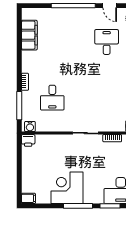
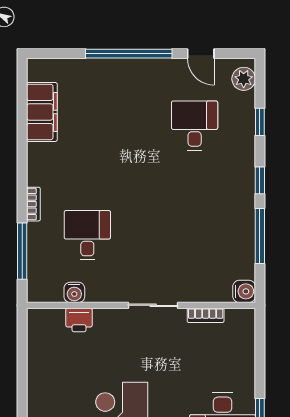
desk: (52, 98) -> (87, 235), turned 180
water cooler: (30, 127) -> (74, 292), moved
printer: (28, 140) -> (79, 320), moved

